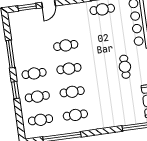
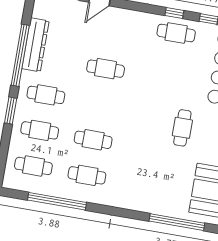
dresser: (18, 45) -> (35, 45), added
window: (10, 54) -> (20, 55), width x1.46
cafe table: (69, 69) -> (99, 104), removed

